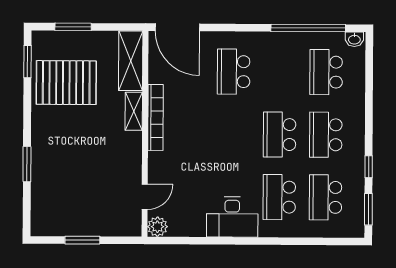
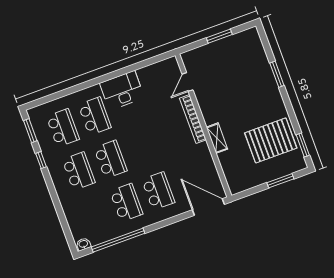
shelving: (131, 61) -> (232, 172), removed
school desk: (326, 72) -> (126, 203), moved
bookcase: (155, 117) -> (193, 119), moved
plant: (157, 227) -> (171, 65), removed

